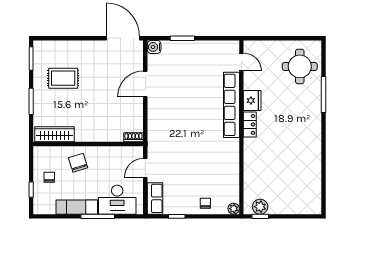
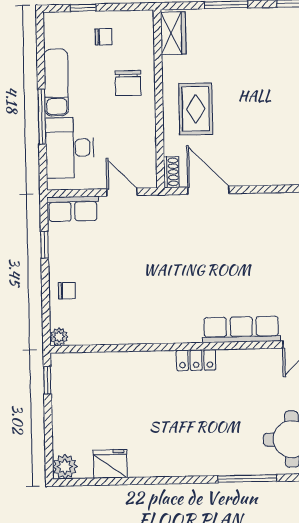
rug: (63, 78) -> (196, 109), moved
door: (145, 84) -> (208, 190), moved
fridge: (252, 100) -> (110, 464), moved, turned 180
row of seats: (231, 105) -> (241, 329), width x0.73
wardrobe: (55, 134) -> (173, 33), width x0.67
chair: (78, 163) -> (128, 83), turned 107
plant: (260, 207) -> (65, 467), moved

